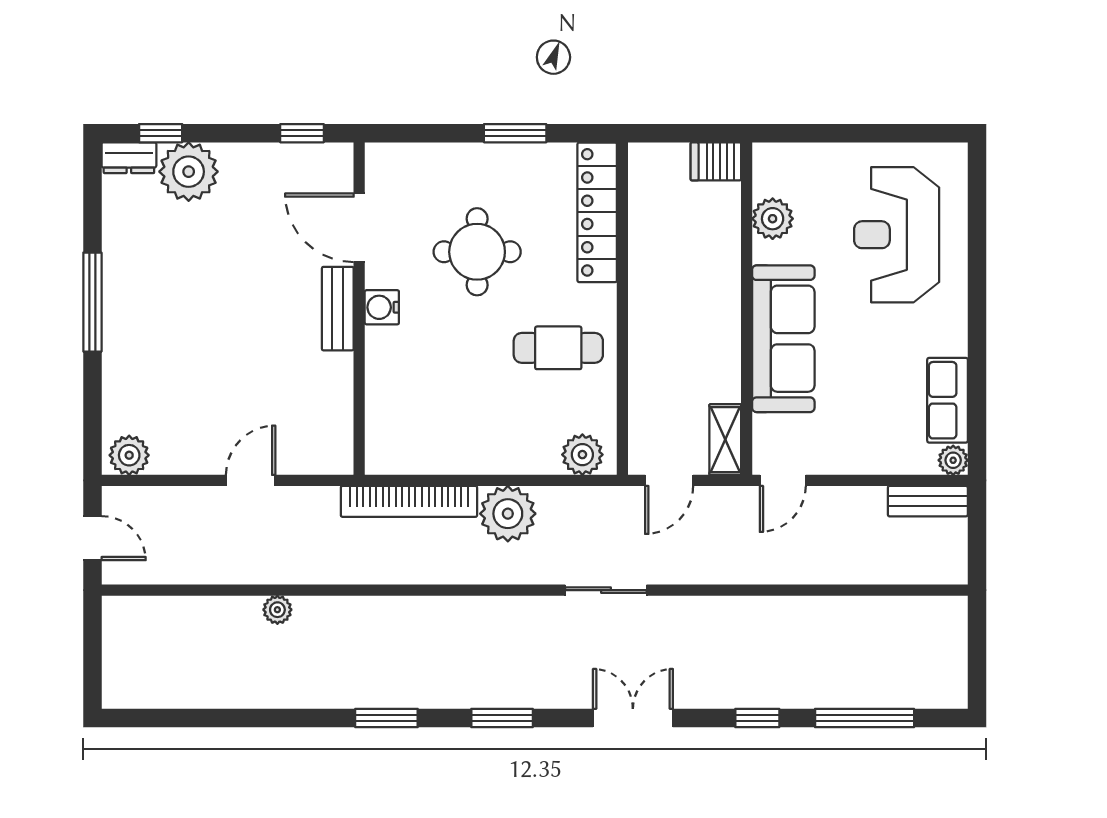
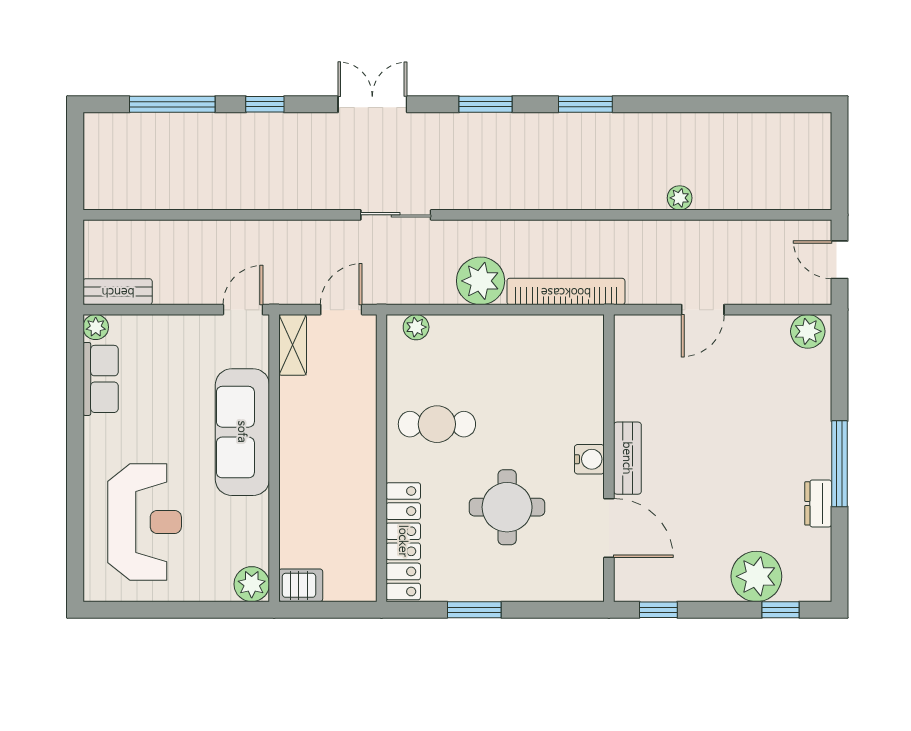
dresser: (129, 158) -> (818, 503), moved, turned -90
plant: (773, 219) -> (252, 584), moved
plant: (582, 455) -> (416, 327), width x0.73, depth x0.73
double door: (633, 718) -> (372, 104), swing flipped

